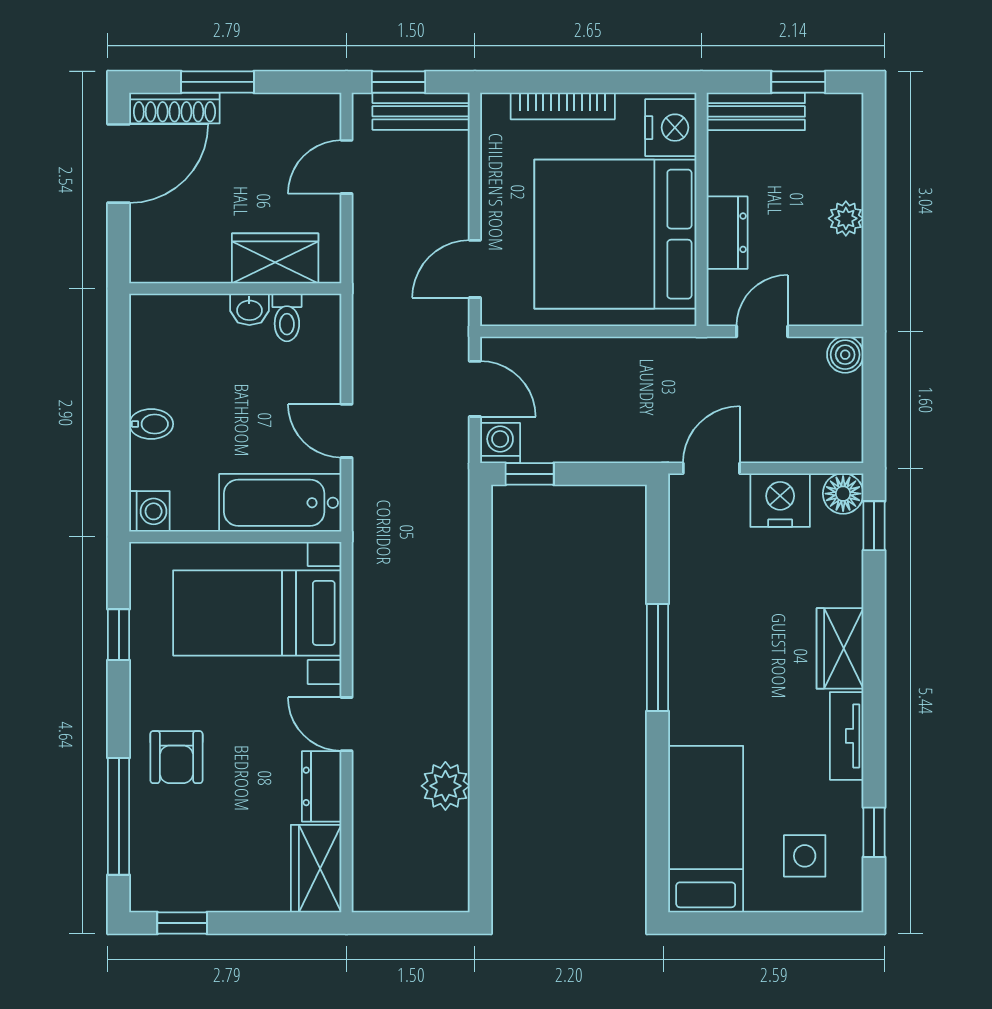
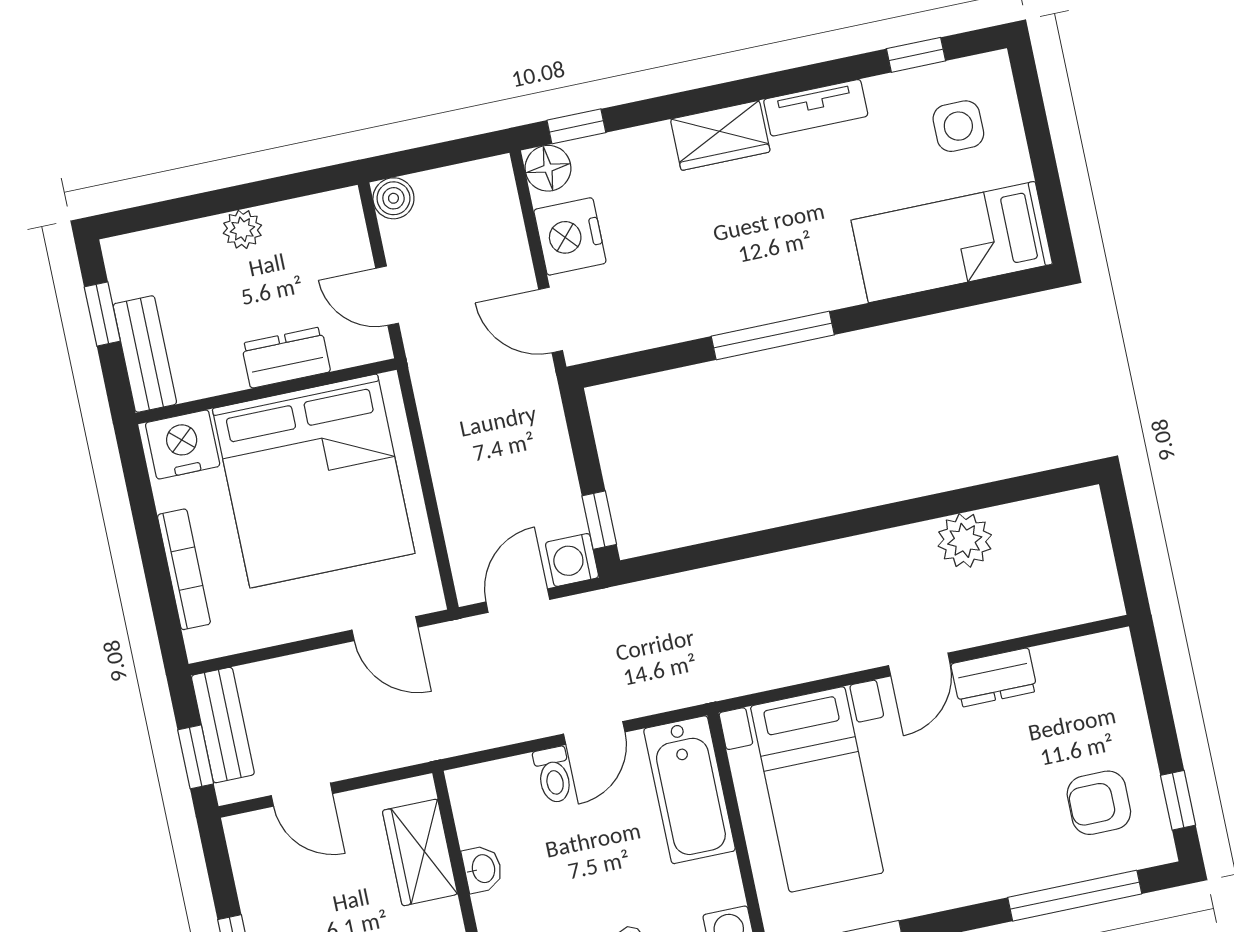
toilet: (287, 317) -> (553, 775), moved, turned 90
armchair: (176, 757) -> (1099, 803), moved, turned 180
wardrobe: (316, 869) -> (1087, 665), removed

